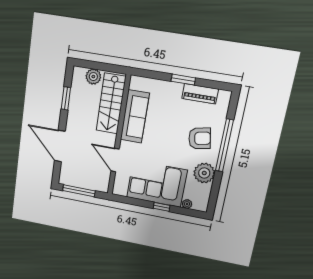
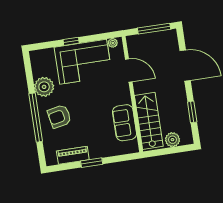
sofa: (135, 117) -> (125, 123), width x0.73
plant: (187, 204) -> (113, 43), moved

